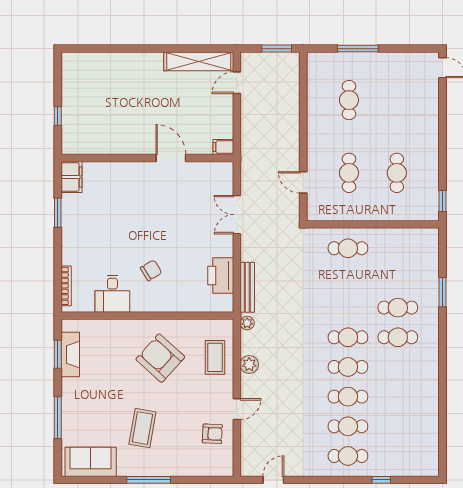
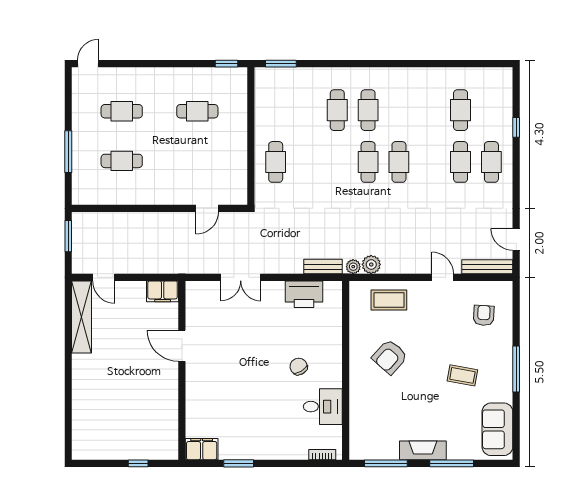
filing cabinet: (223, 147) -> (163, 291), width x2.00
door: (171, 158) -> (182, 346), hinge flipped
cafe table: (349, 173) -> (122, 111), moved
bookcase: (66, 286) -> (322, 455), width x0.64
bench: (247, 287) -> (323, 267), width x0.73
window: (443, 292) -> (281, 64), moved
window: (58, 354) -> (386, 463), width x1.44
fireplace: (70, 355) -> (423, 450), moved
armchair: (160, 358) -> (390, 357), width x0.73, depth x0.73
plant: (249, 364) -> (371, 264), moved
cafe table: (348, 397) -> (461, 110), moved
coffee table: (142, 428) -> (462, 375), width x0.73, depth x0.77
armchair: (212, 434) -> (484, 315), moved
bench: (247, 452) -> (487, 267), added

